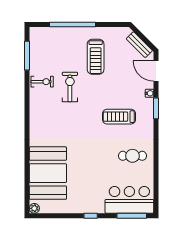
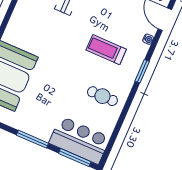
window: (156, 108) -> (142, 71), moved
window: (91, 216) -> (32, 139), width x2.17

